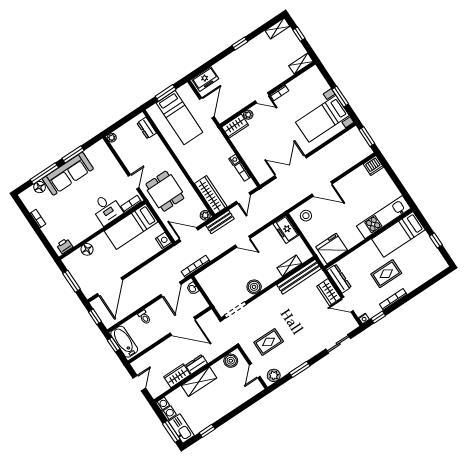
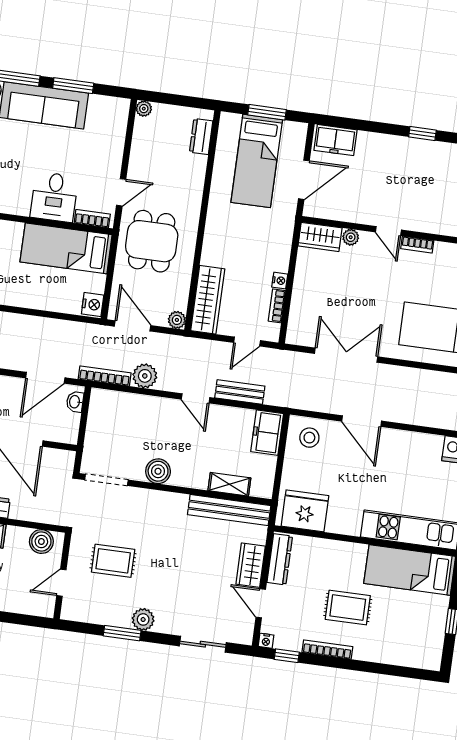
bench: (220, 222) -> (240, 392), moved
plant: (213, 251) -> (145, 376), added
plant: (274, 375) -> (143, 619), moved

